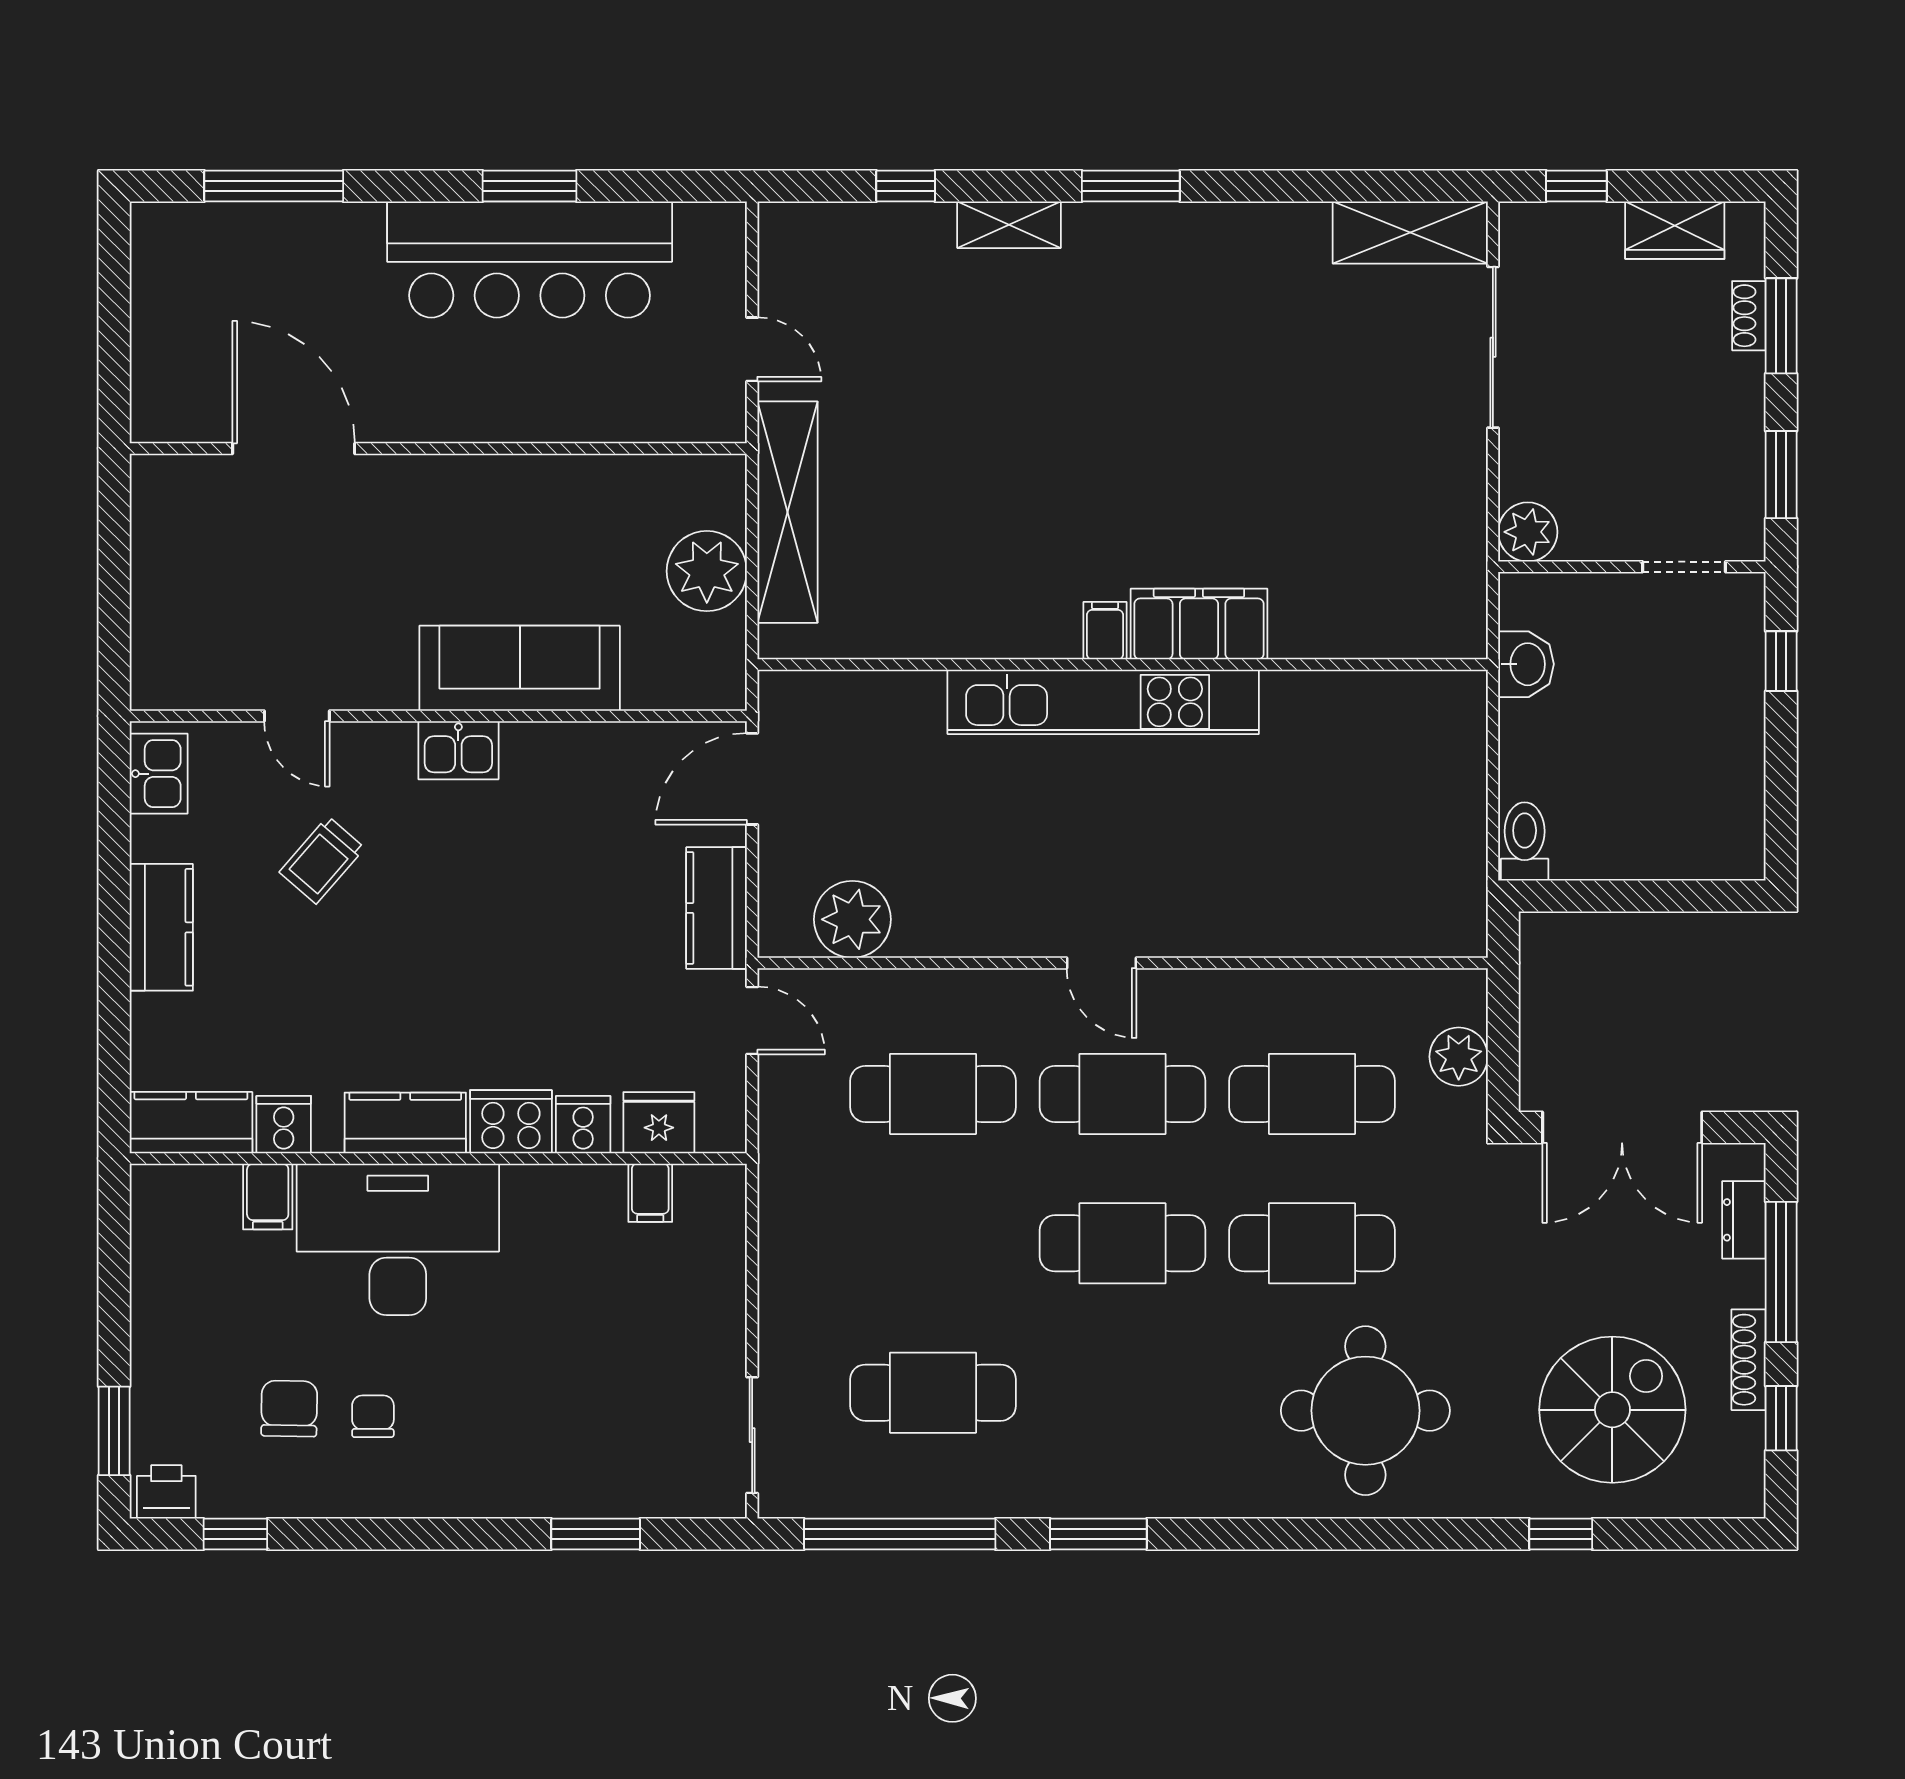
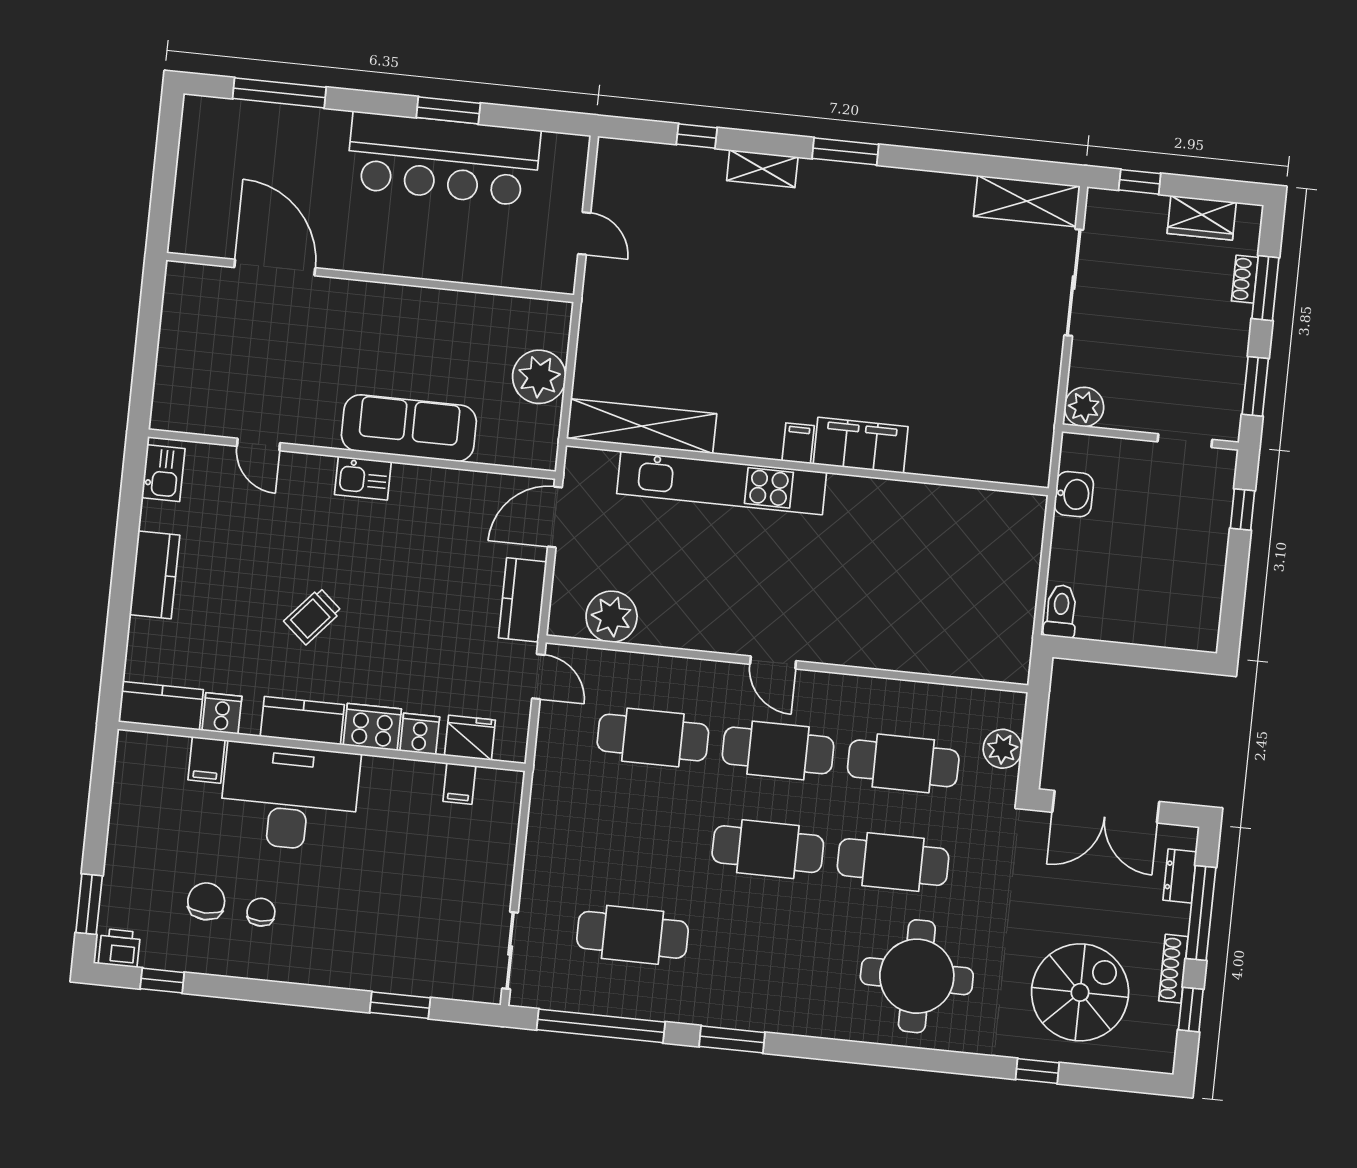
shelving: (787, 512) -> (642, 426), moved, turned 90
kitchen unit: (1103, 702) -> (722, 483), moved
trolley: (322, 860) -> (313, 616), moved

